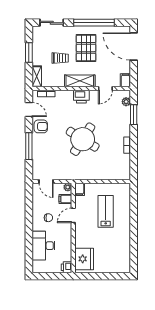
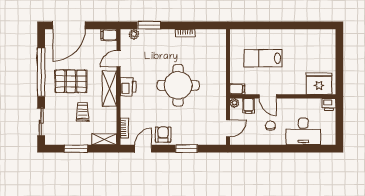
door: (105, 88) -> (118, 59), swing flipped
round table: (83, 139) -> (178, 85), turned -32
window: (29, 146) -> (186, 149), width x0.69

